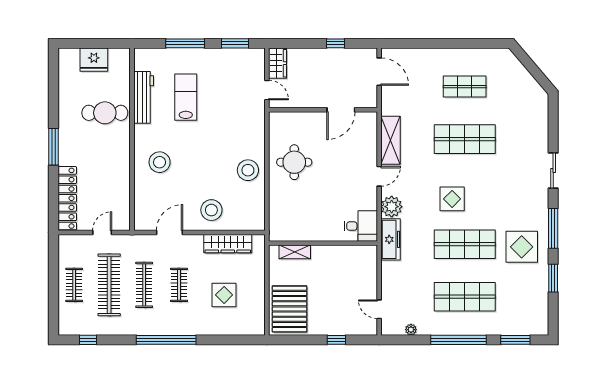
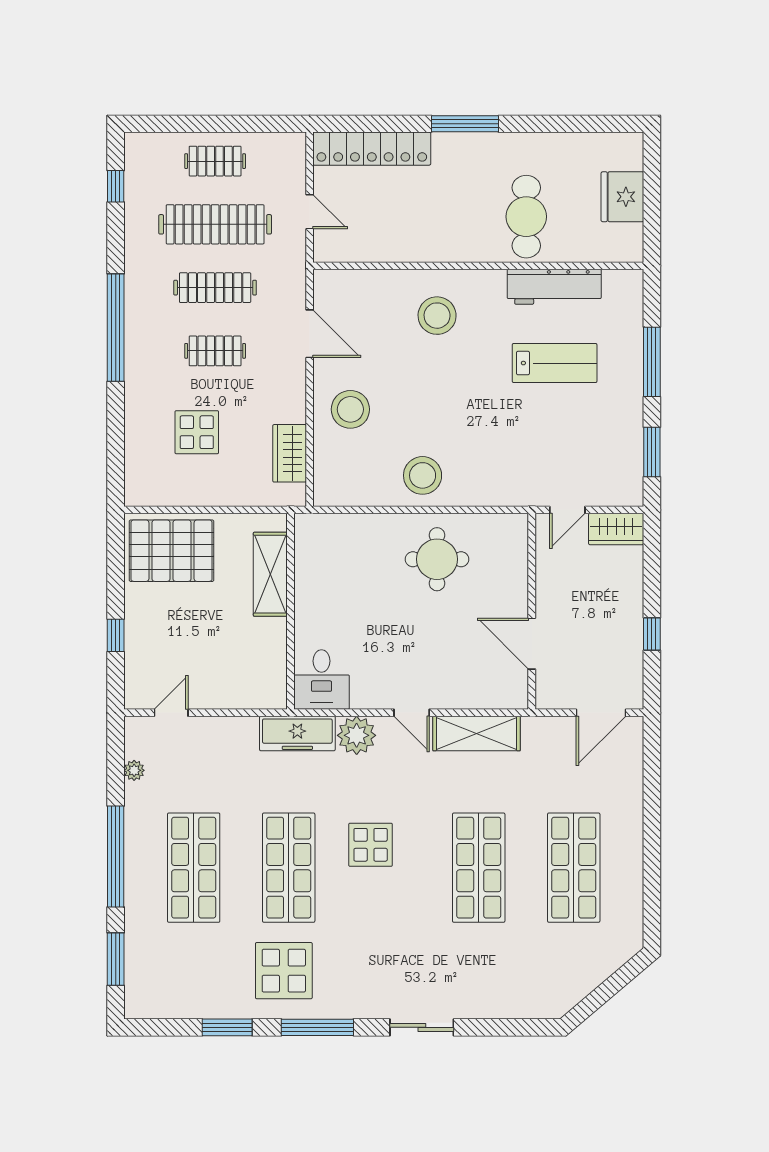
shop shelf: (465, 87) -> (574, 868), width x1.43, depth x1.36
wardrobe: (228, 244) -> (290, 453), width x0.67
shelving: (295, 252) -> (270, 574), width x1.50, depth x1.33

